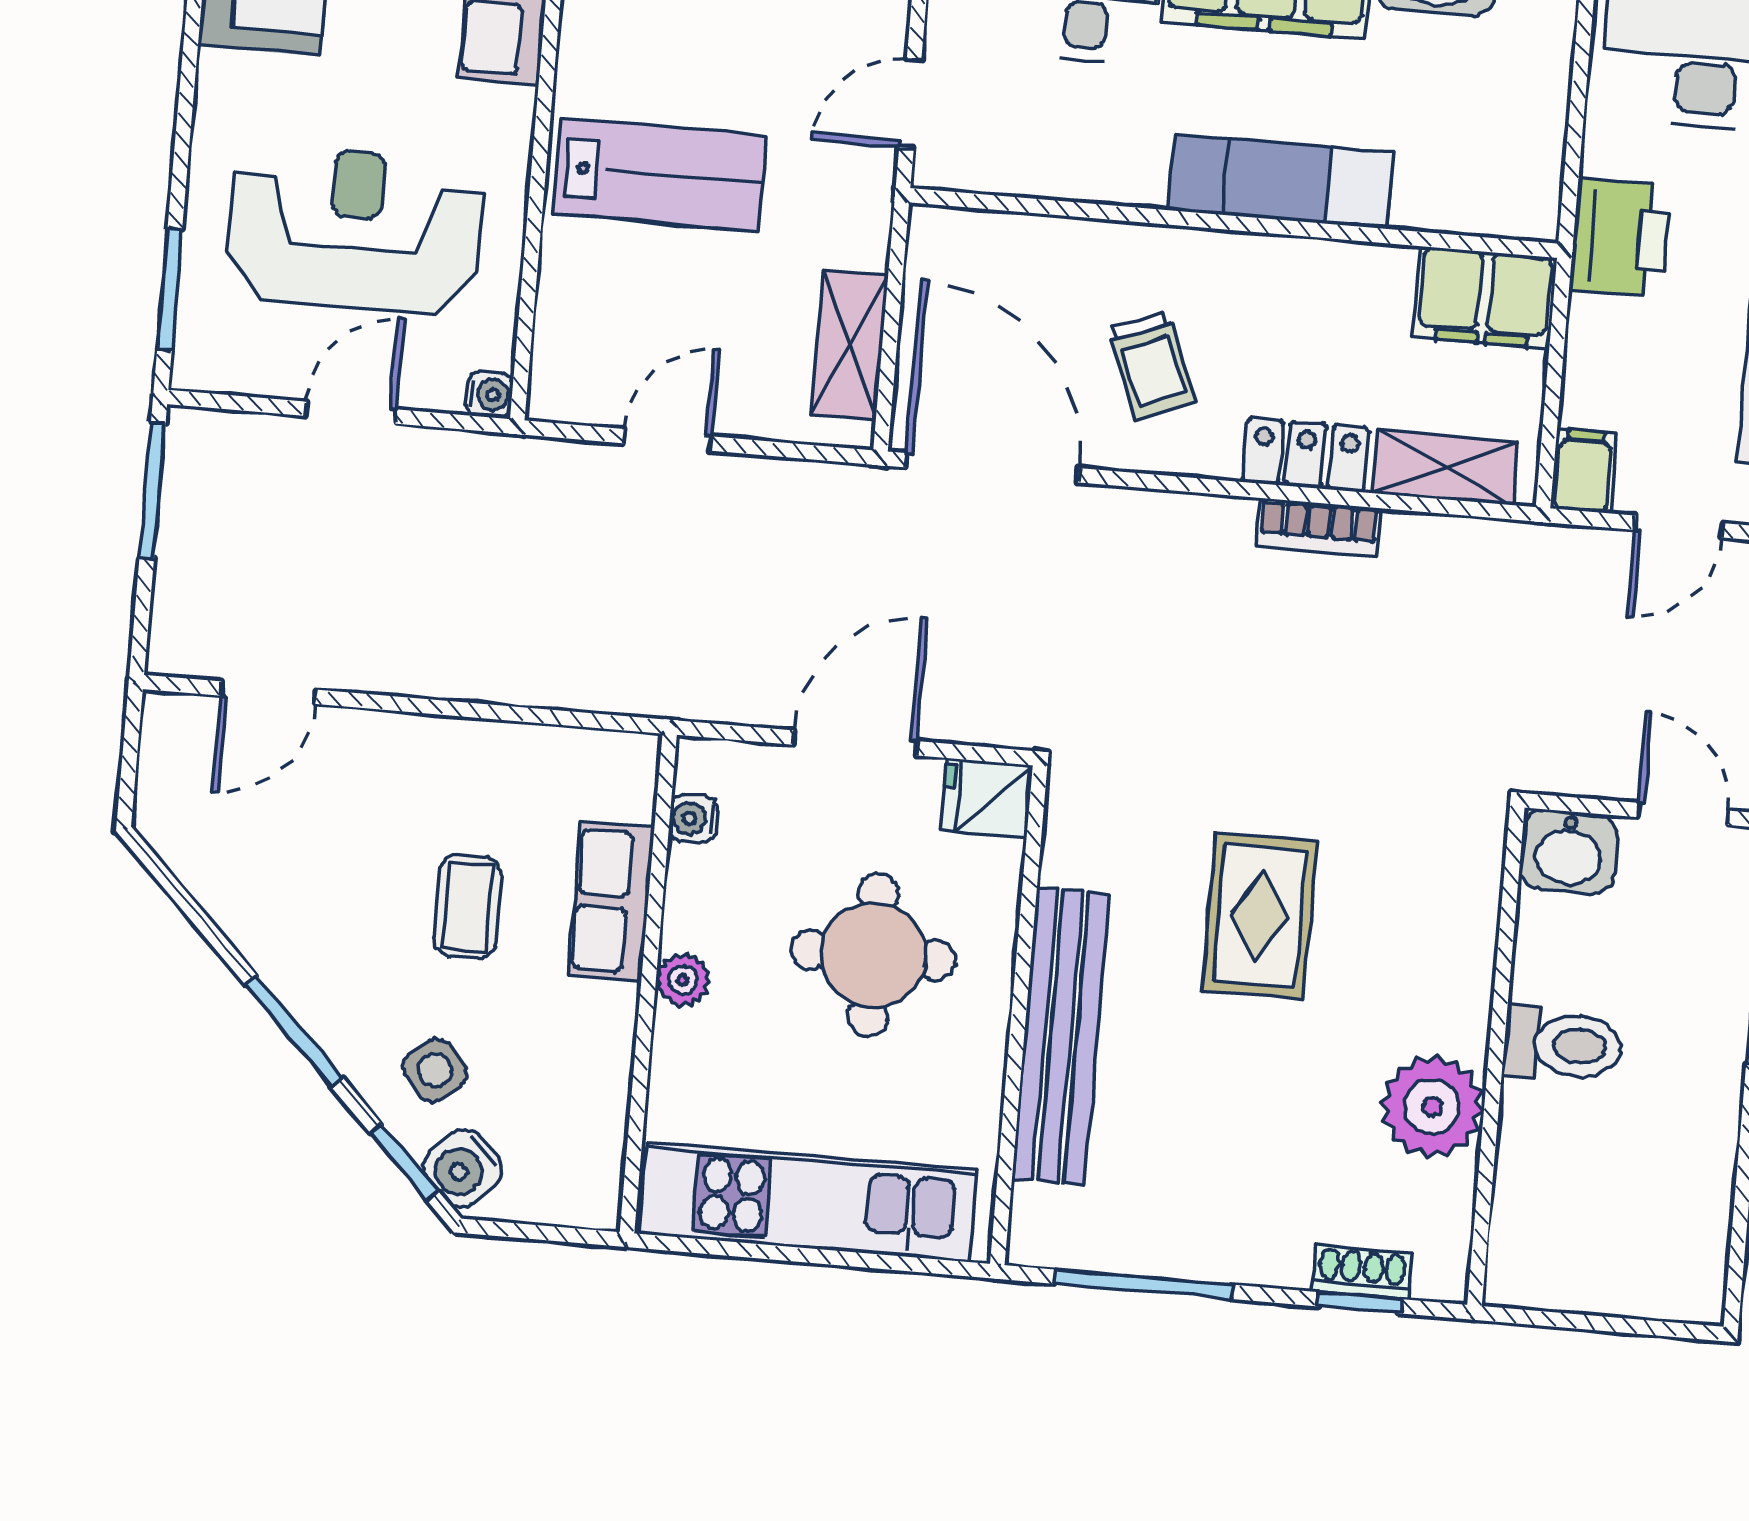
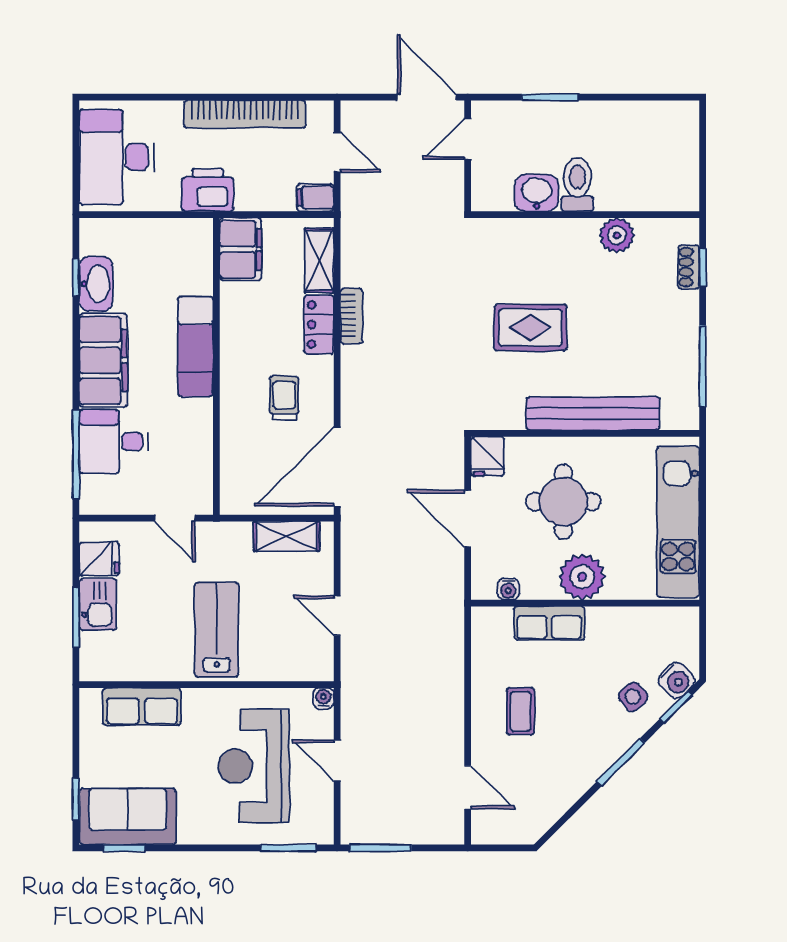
trolley: (1152, 365) -> (284, 398), turned -68
washbasin: (1569, 852) -> (537, 193), moved, turned -90
coffee table: (468, 907) -> (521, 711), moved, turned 90
plant: (683, 980) -> (582, 577), width x1.88, depth x1.88
plant: (1432, 1106) -> (617, 235), width x0.73, depth x0.73

